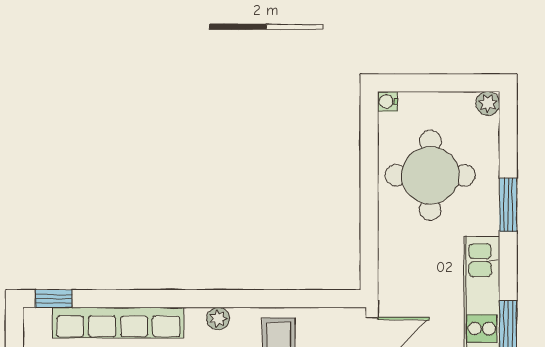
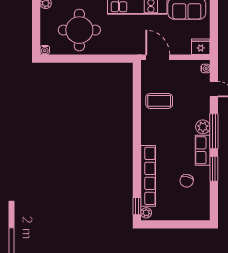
plant: (218, 318) -> (146, 213), moved

